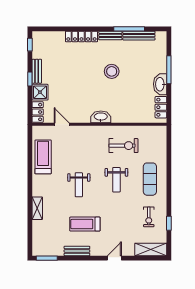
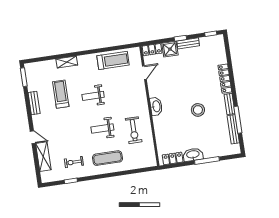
treadmill: (85, 224) -> (61, 94), moved
shelving: (151, 249) -> (43, 157), moved

